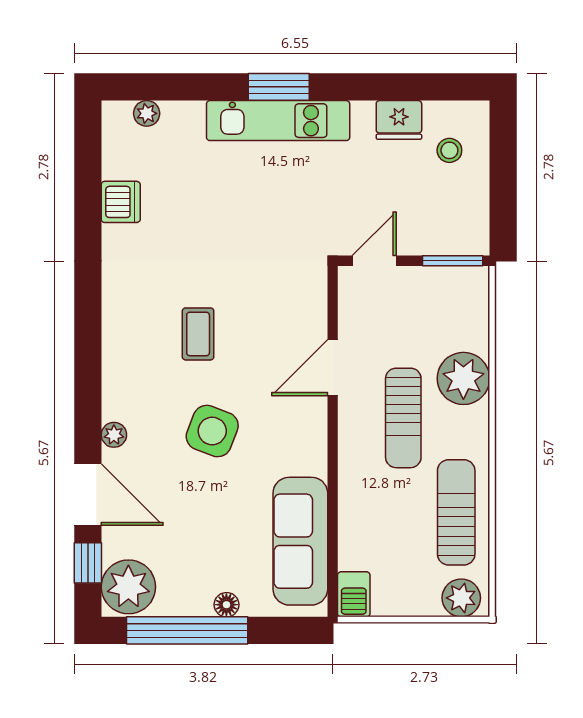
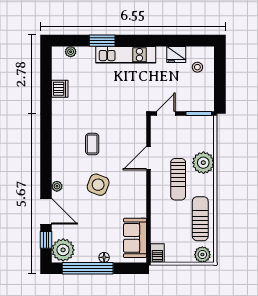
window: (279, 87) -> (102, 41), moved
sofa: (300, 541) -> (135, 238), width x0.73

